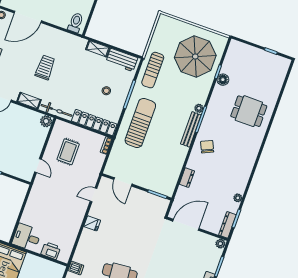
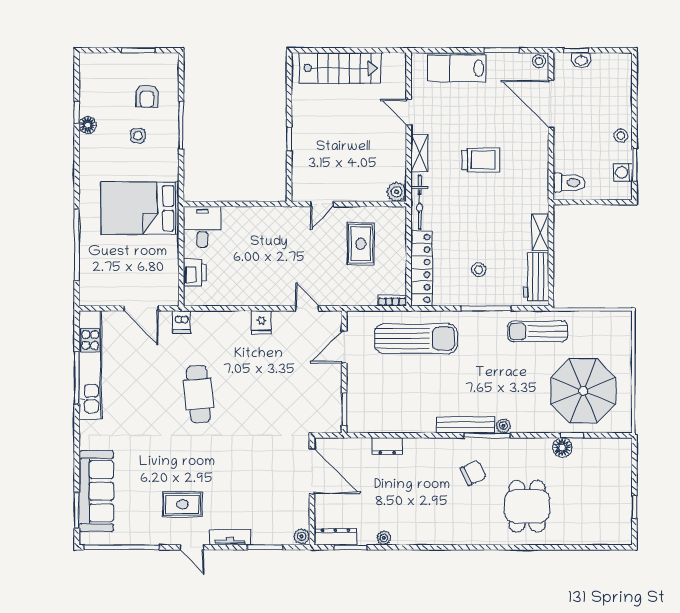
sun lounger: (140, 123) -> (416, 339), moved
chair: (207, 147) -> (473, 473), moved
rug: (68, 152) -> (361, 244), turned 90

